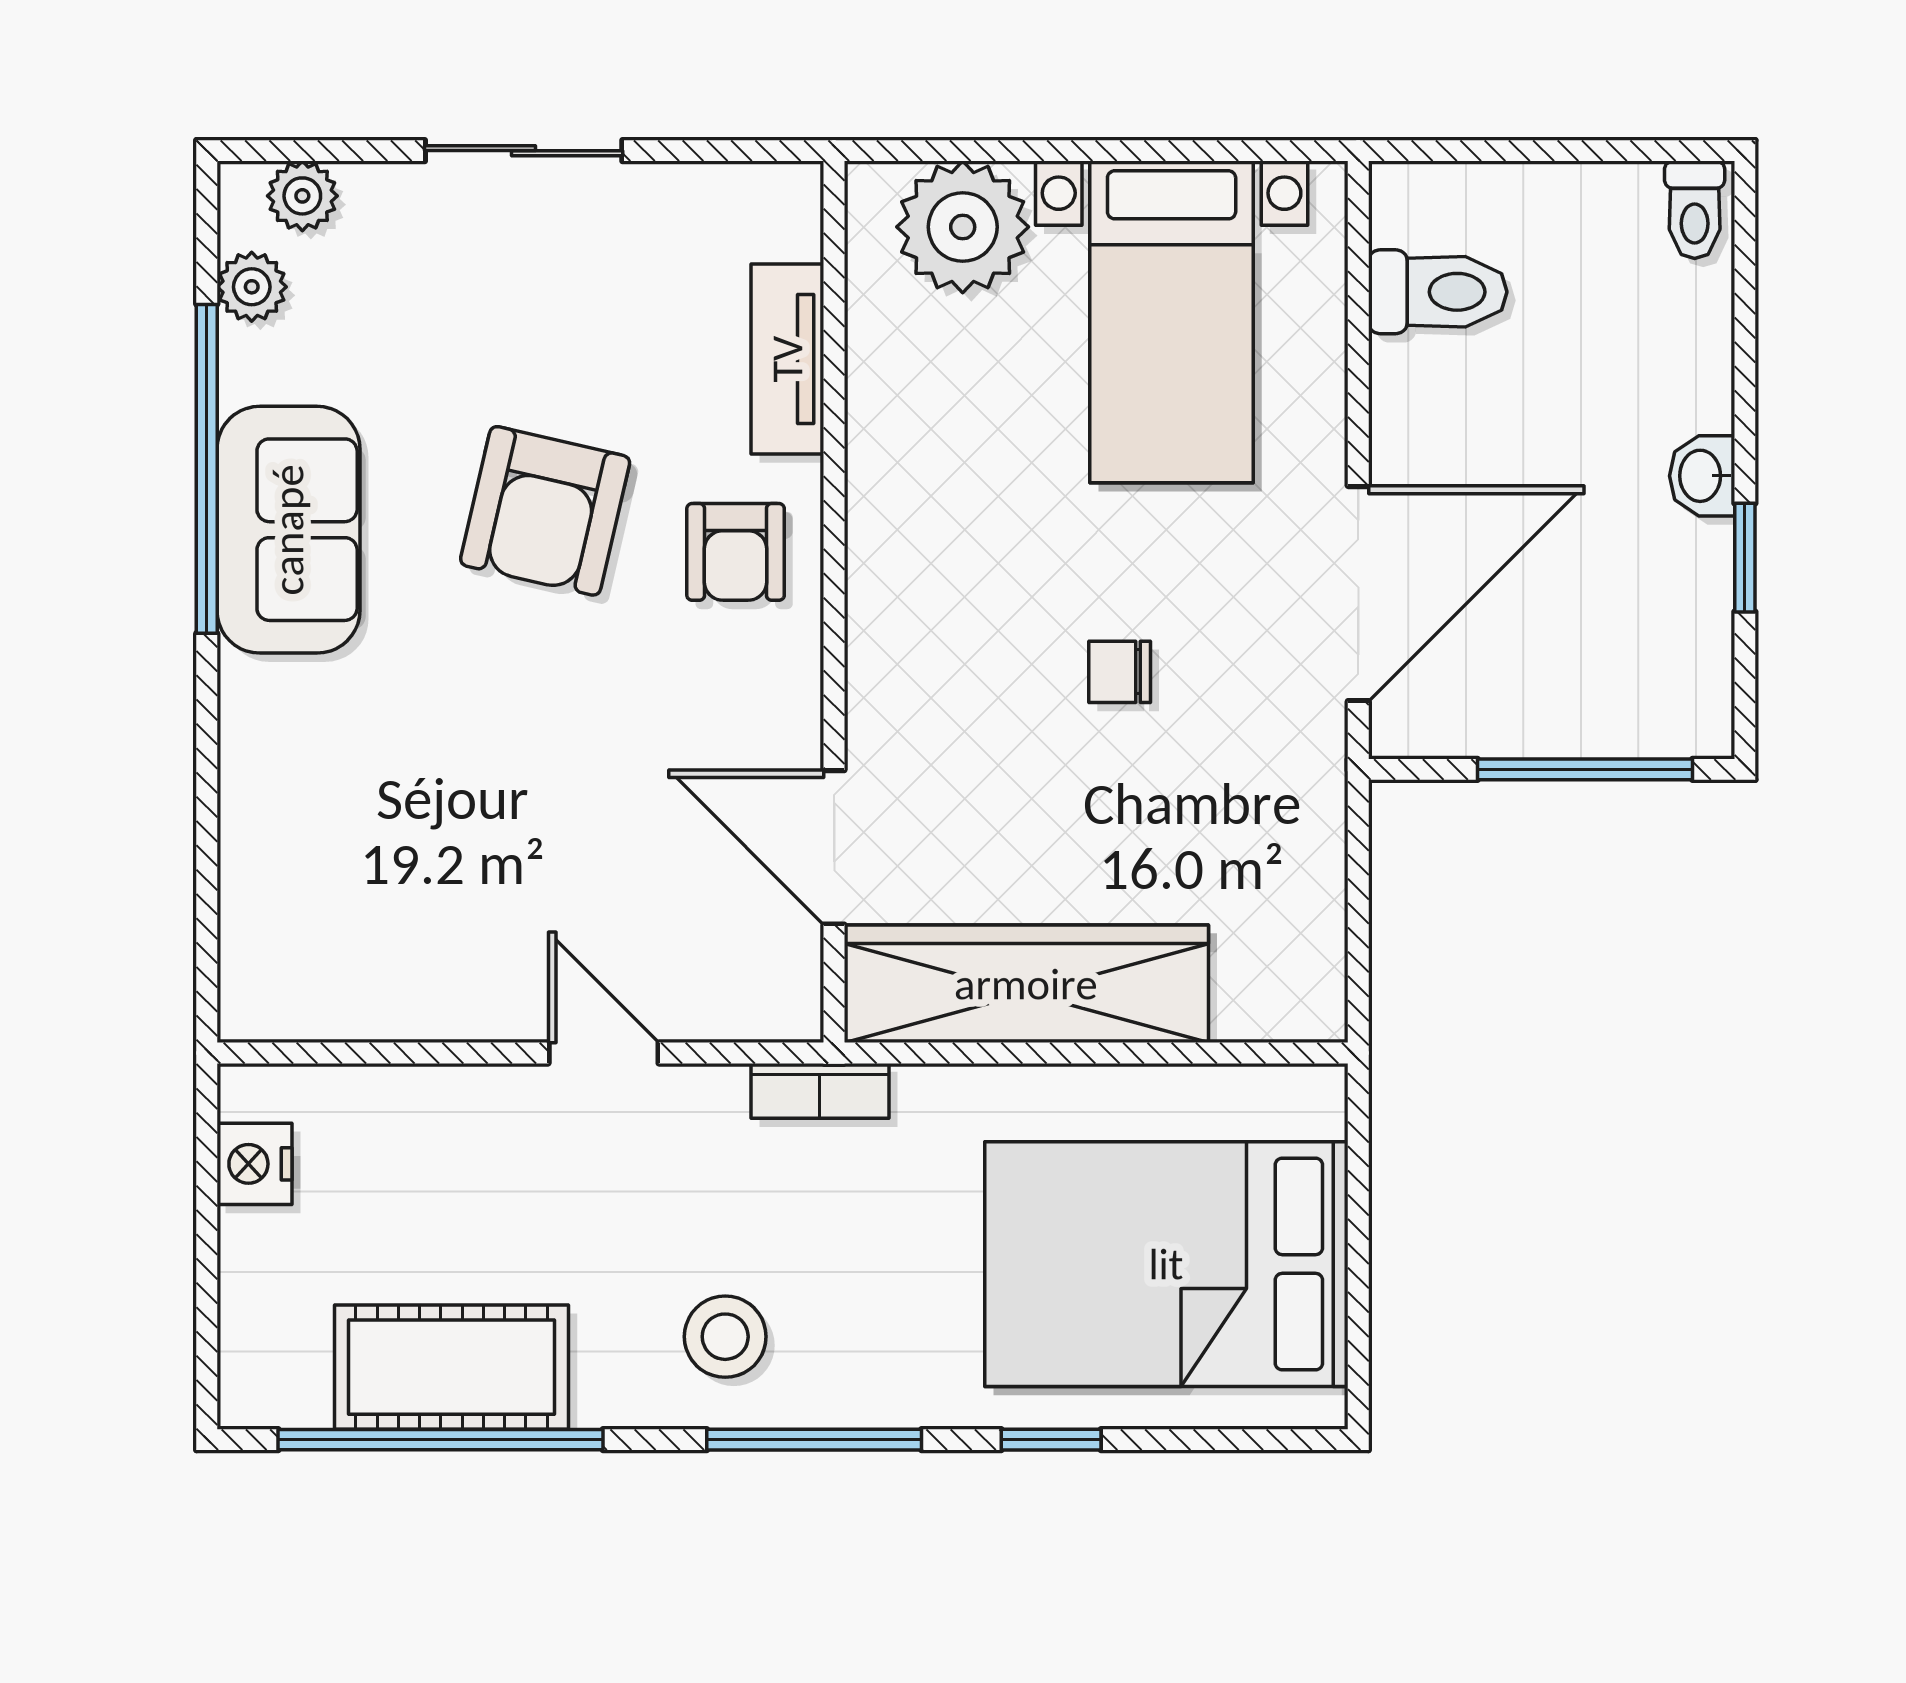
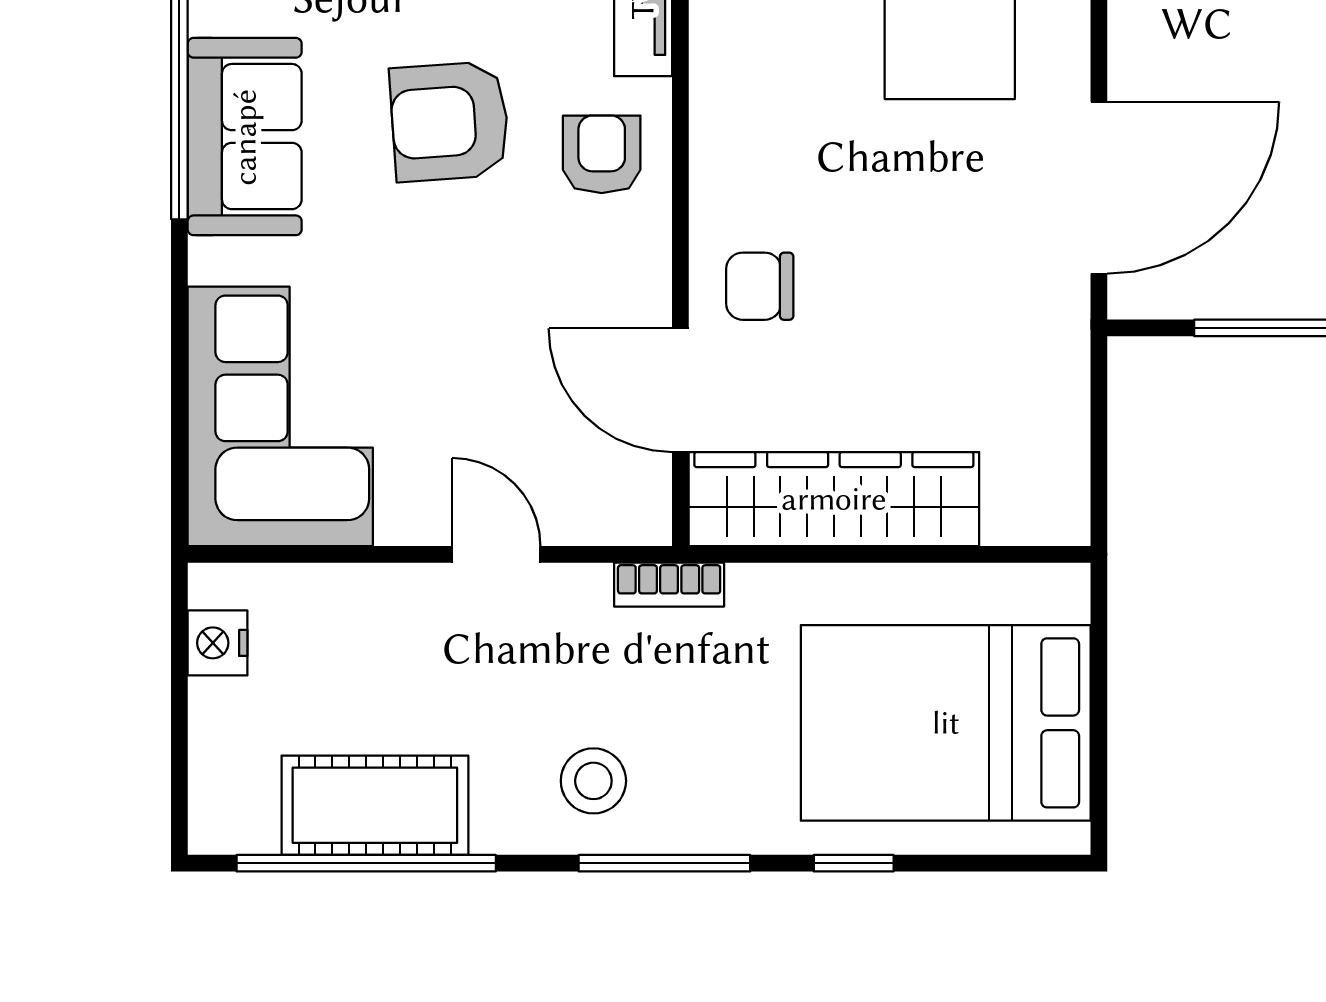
armchair: (545, 511) -> (450, 122), turned 73
armchair: (736, 552) -> (602, 154), turned 180
chair: (1120, 672) -> (760, 286), moved, width x1.37, depth x1.37
corner sofa: (333, 880) -> (280, 416), added

